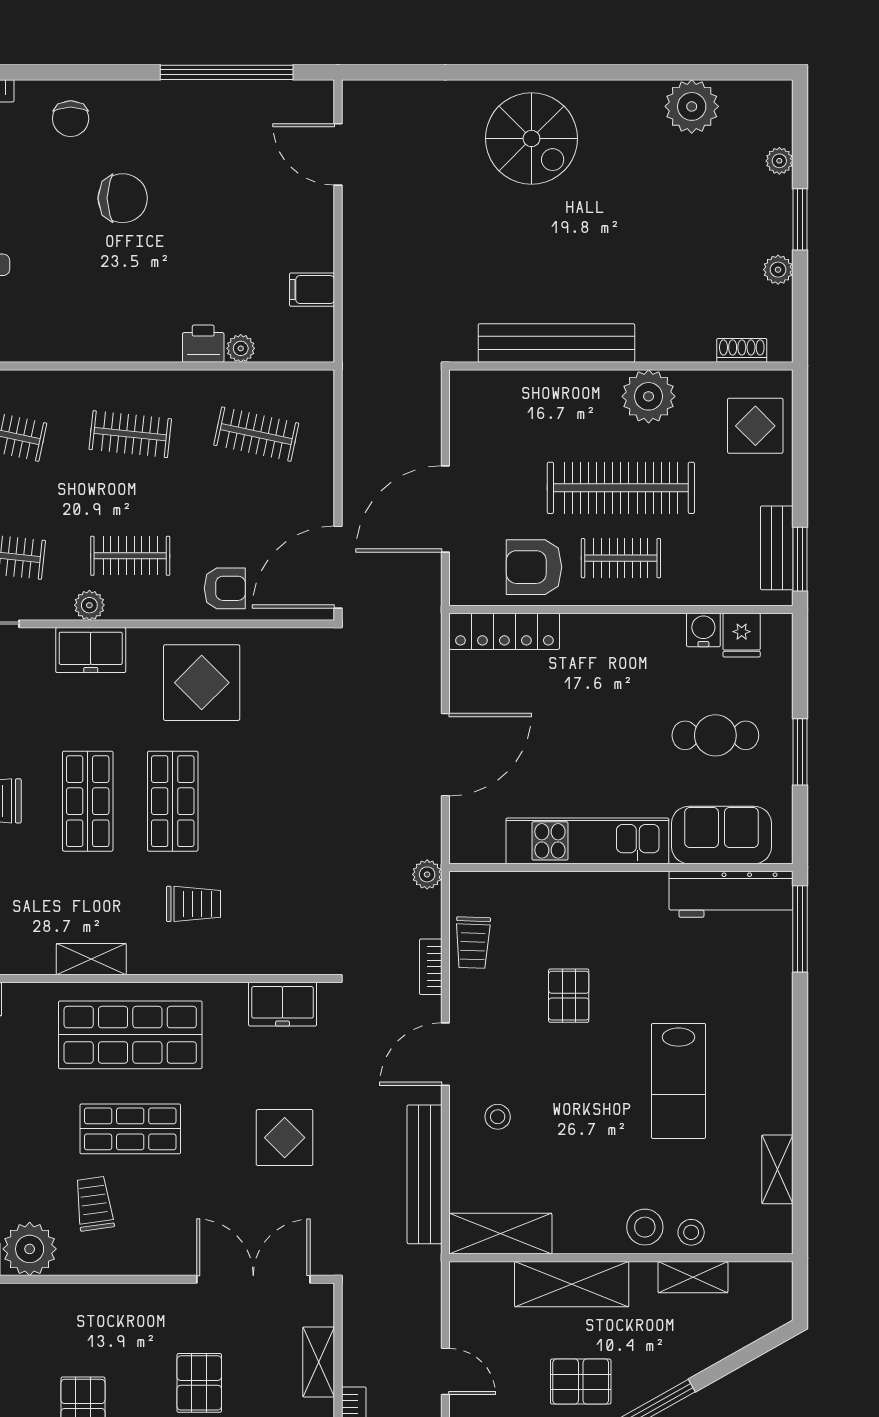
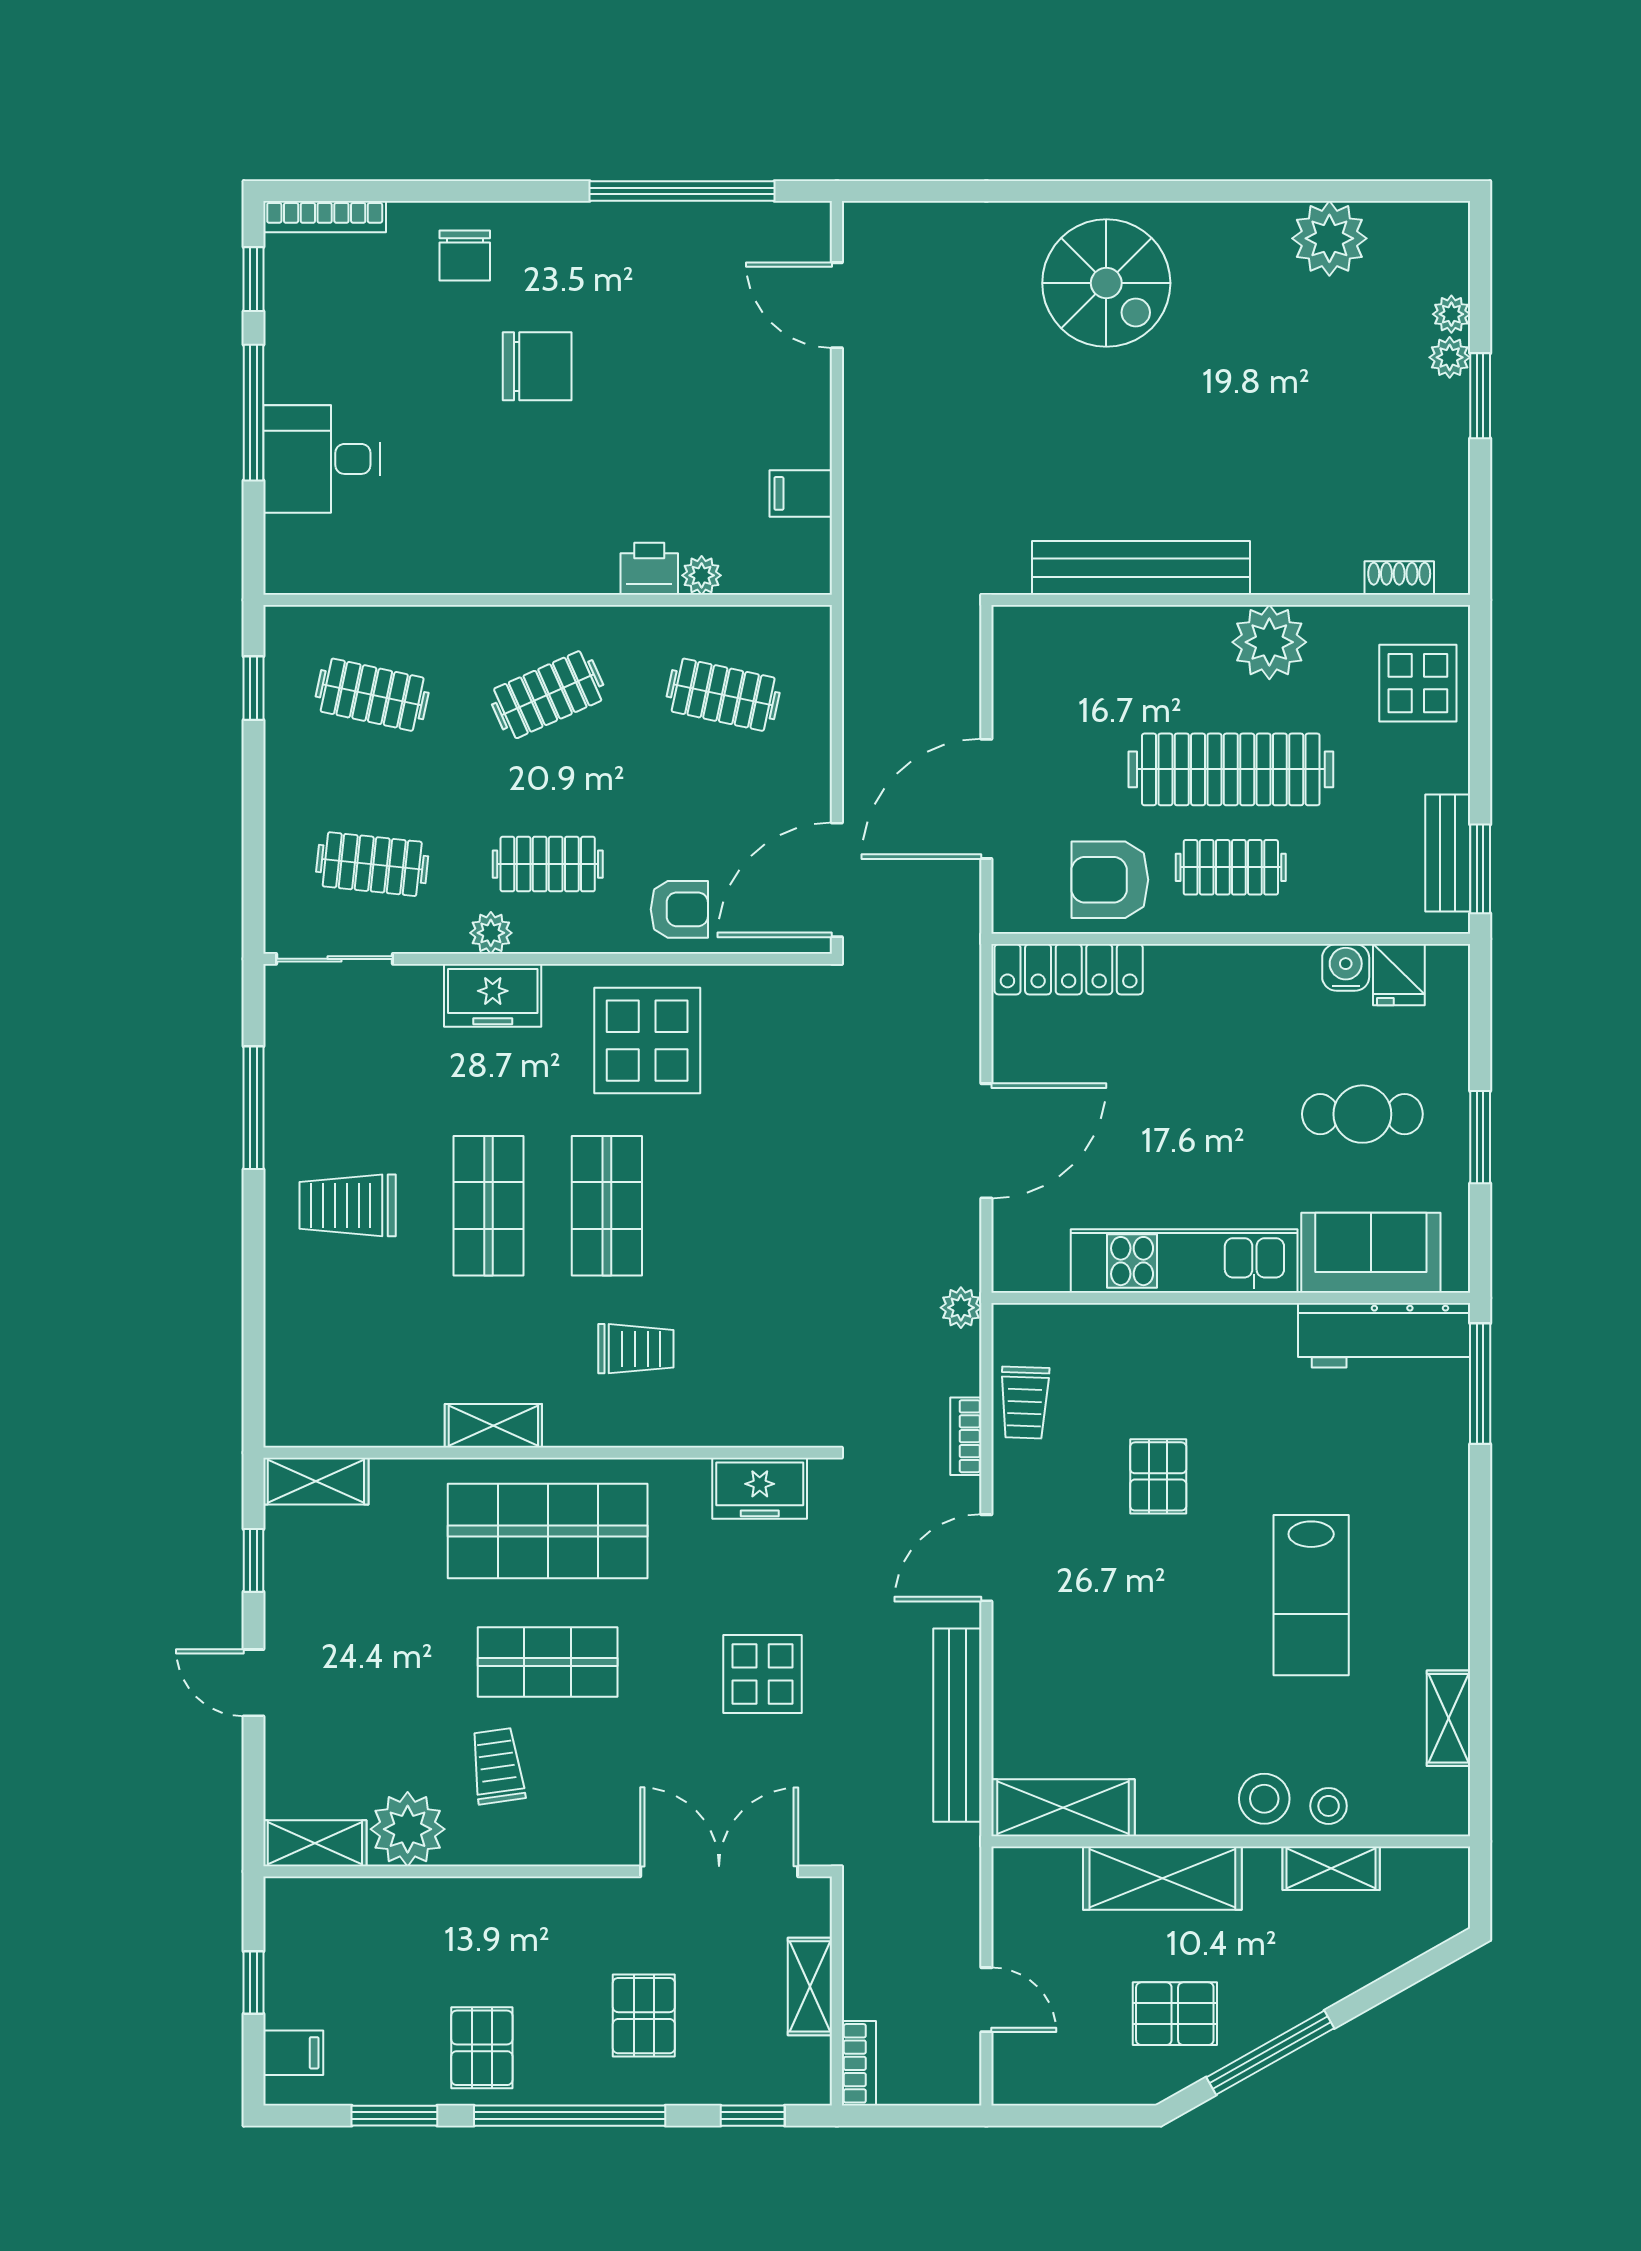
plant: (778, 270) -> (1450, 357), moved
clothes rail: (130, 434) -> (548, 695), turned -30
stool: (498, 1117) -> (1059, 1645), removed

